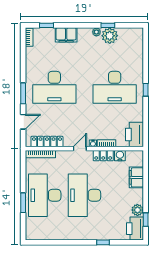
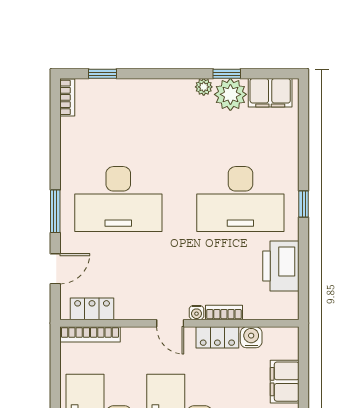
filing cabinet: (66, 35) -> (270, 93), moved
printer: (135, 135) -> (281, 266), moved
locker: (47, 142) -> (92, 309), width x0.66
door: (80, 149) -> (170, 323), swing flipped

